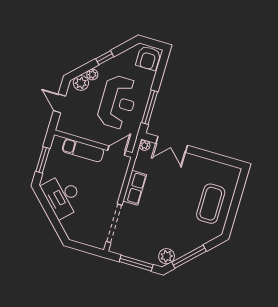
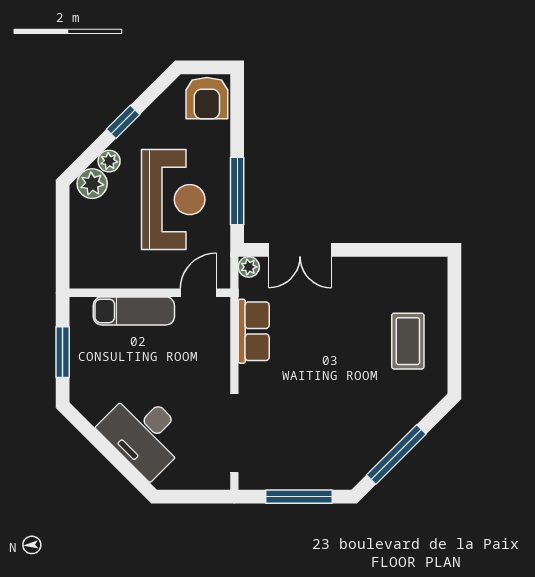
door: (59, 103) -> (63, 235), removed
row of seats: (135, 188) -> (254, 331), moved
desk: (62, 196) -> (144, 434), moved
coffee table: (211, 204) -> (408, 341), width x0.73, depth x0.76
plant: (167, 256) -> (353, 466), removed

